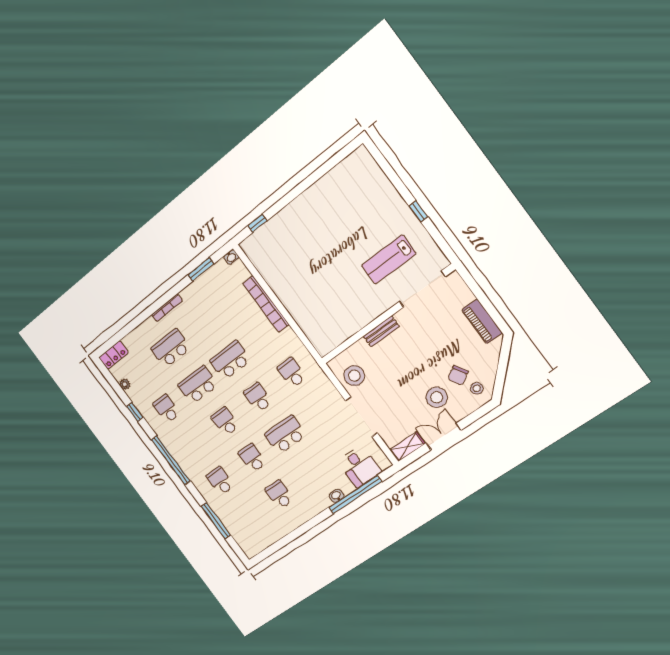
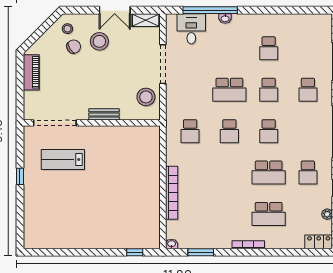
lab bench: (389, 260) -> (63, 159), turned 180
school desk: (230, 360) -> (229, 173), removed

